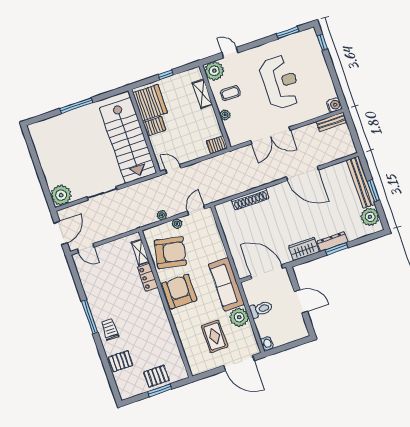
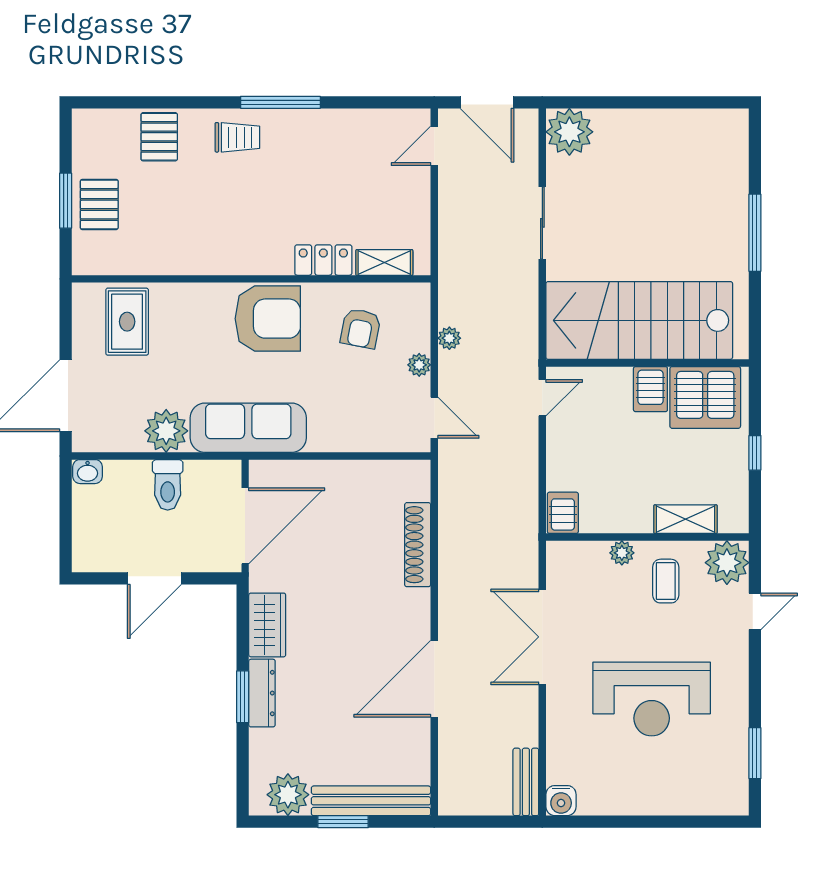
window: (322, 42) -> (708, 822), removed
armchair: (170, 253) -> (361, 328), width x0.53, depth x0.53
rug: (215, 336) -> (127, 322), moved, turned 90

